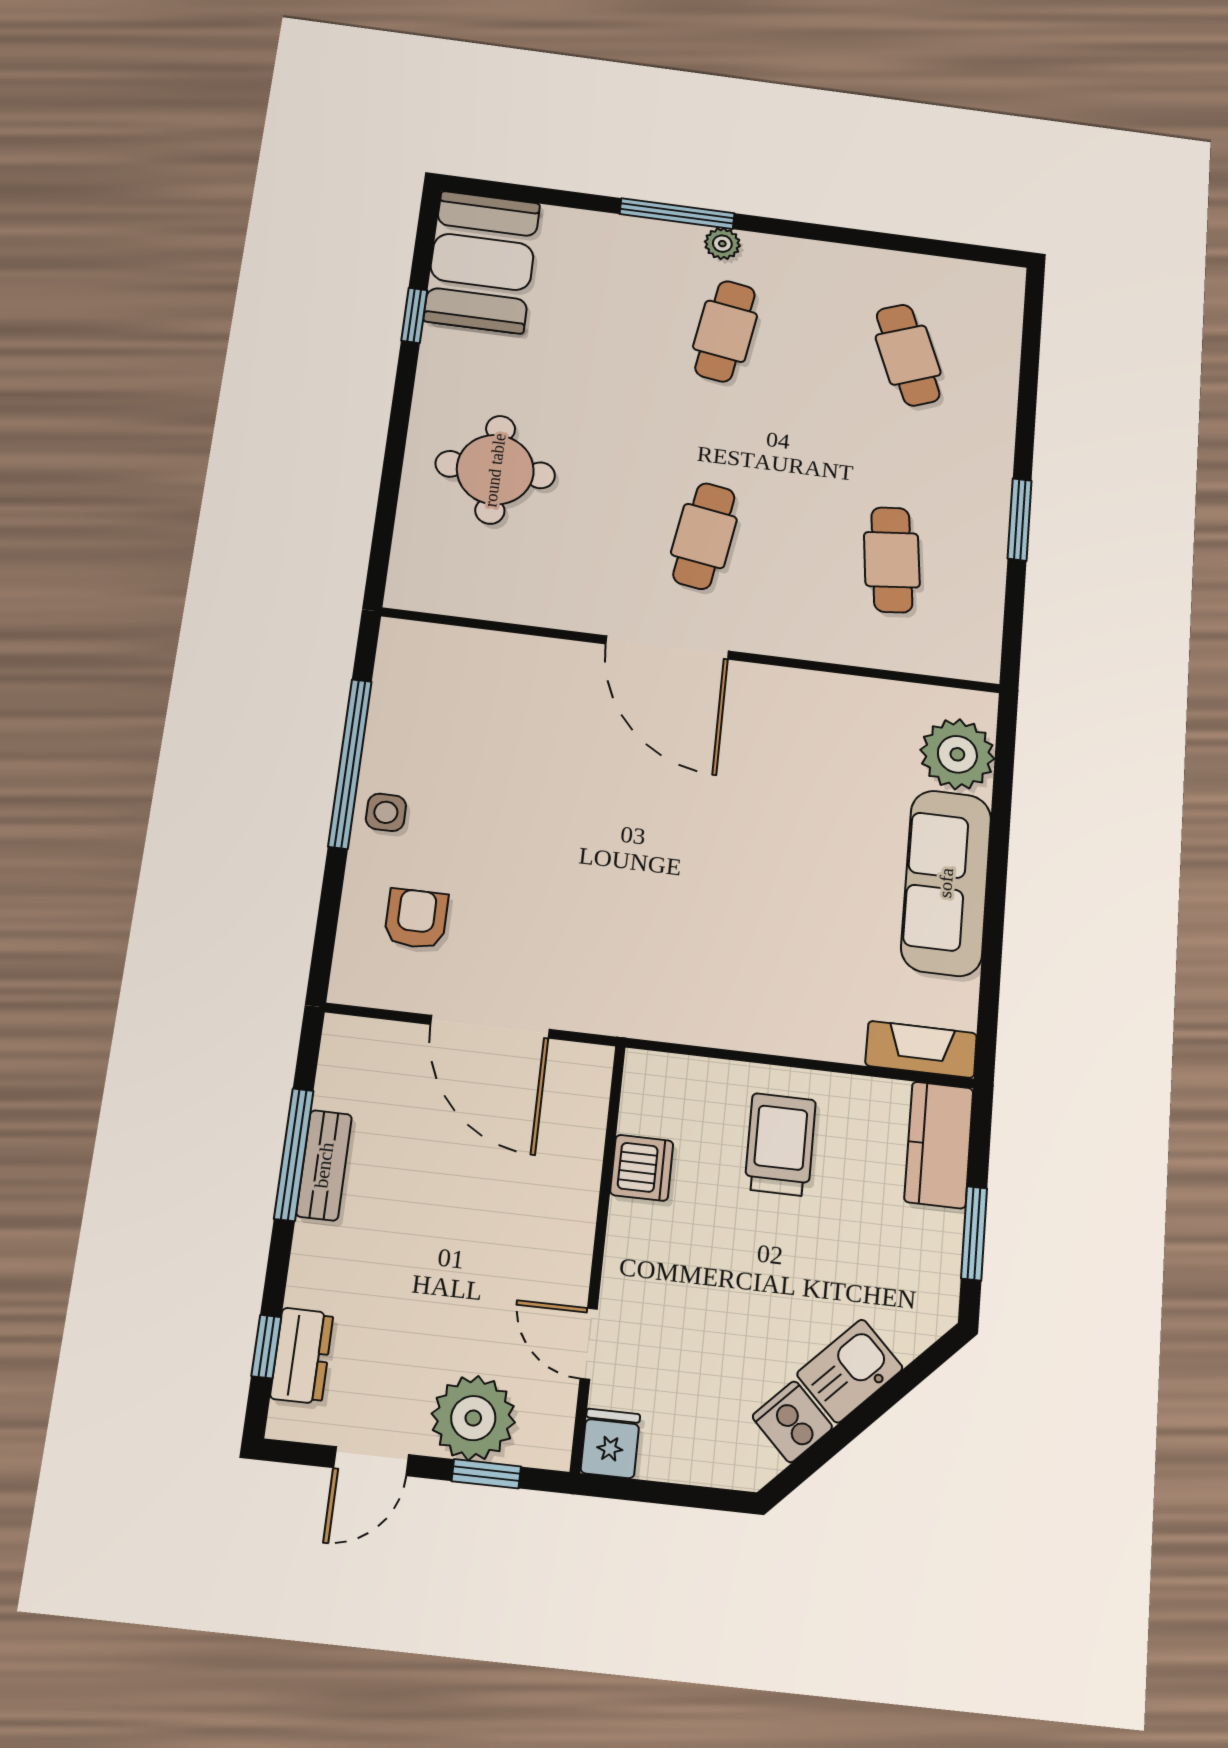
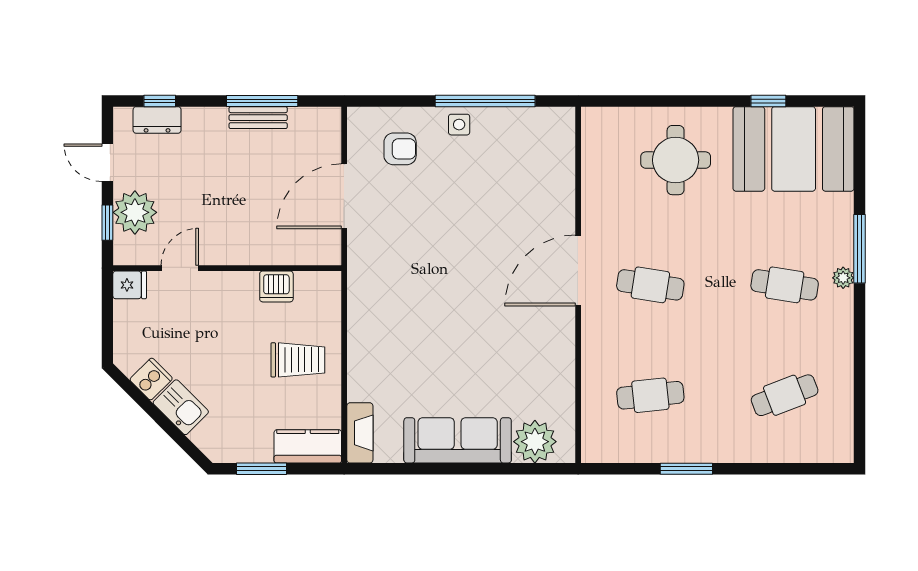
booth: (482, 262) -> (794, 149), width x1.36, depth x1.42

